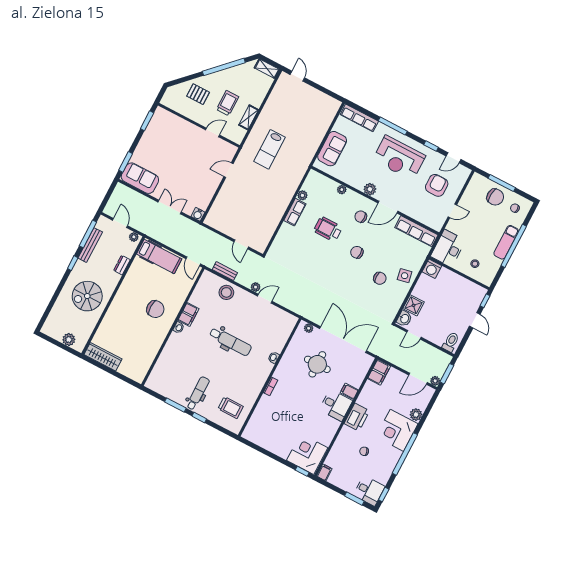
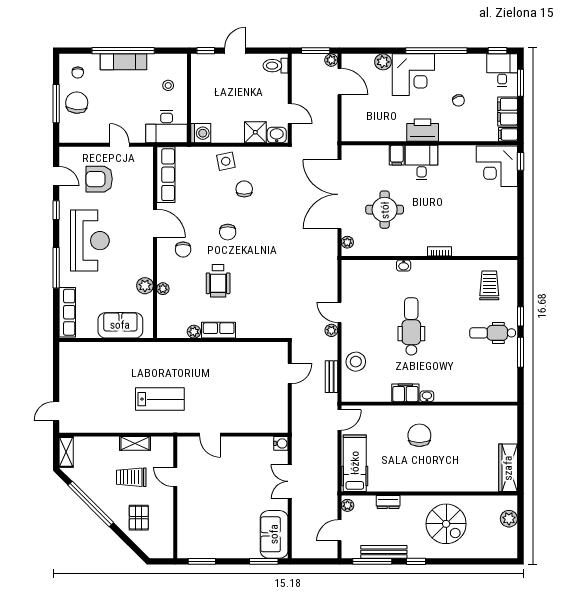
plant: (370, 189) -> (145, 286), moved
filing cabinet: (379, 372) -> (508, 112), moved, turned -90

